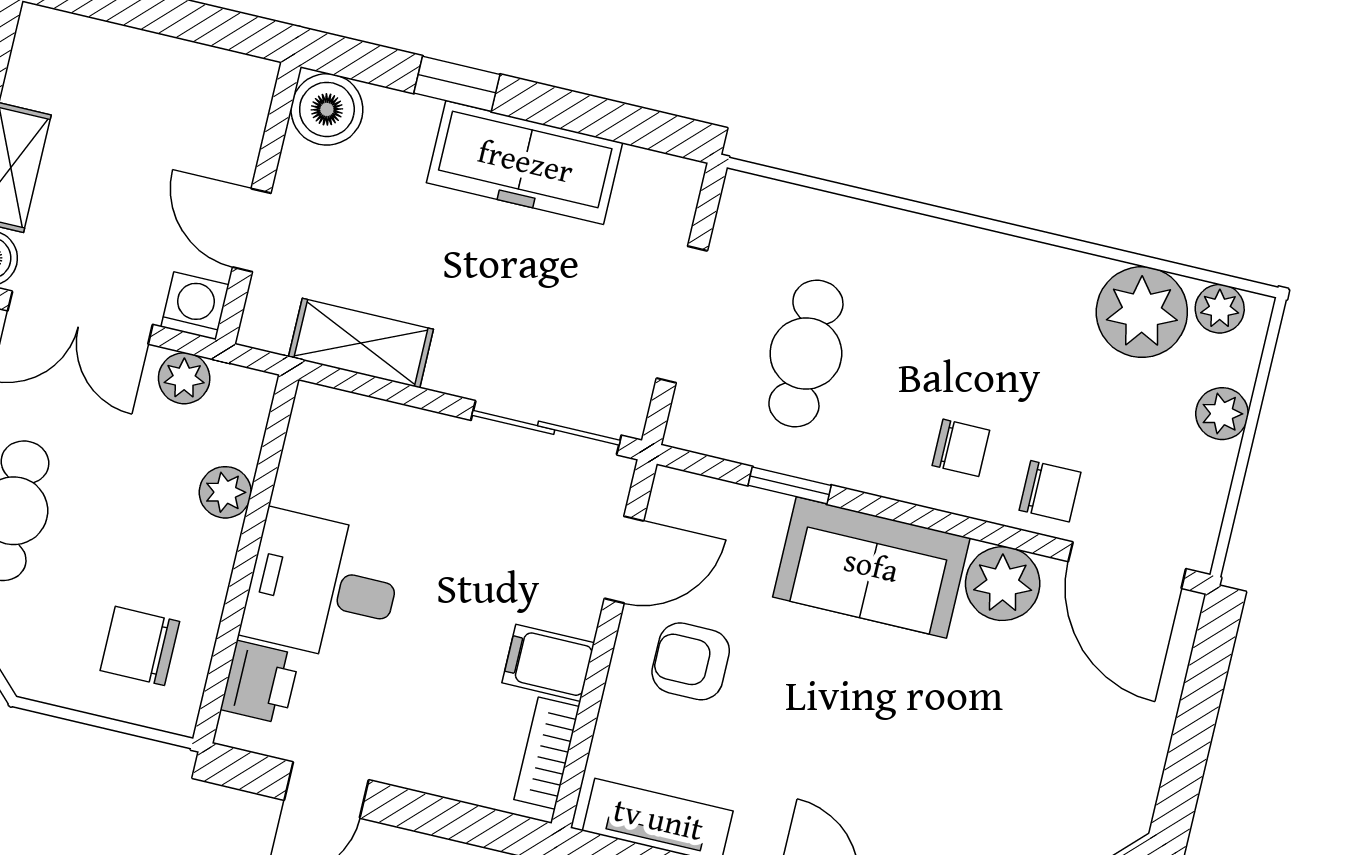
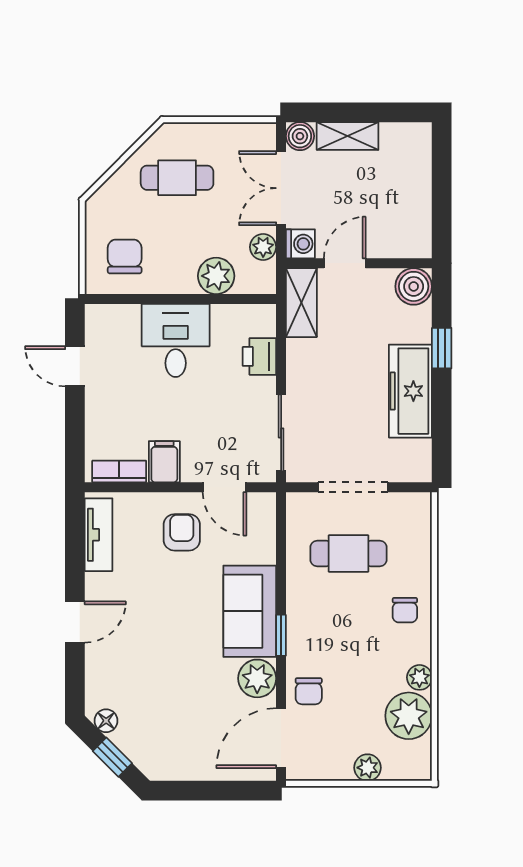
plant: (1220, 309) -> (419, 677), moved
shelving: (361, 343) -> (301, 303), moved
chair: (961, 448) -> (405, 610), moved
window: (790, 485) -> (281, 635), moved
plant: (225, 492) -> (216, 276), width x1.38, depth x1.38
printer: (260, 682) -> (259, 356), moved, turned 90

